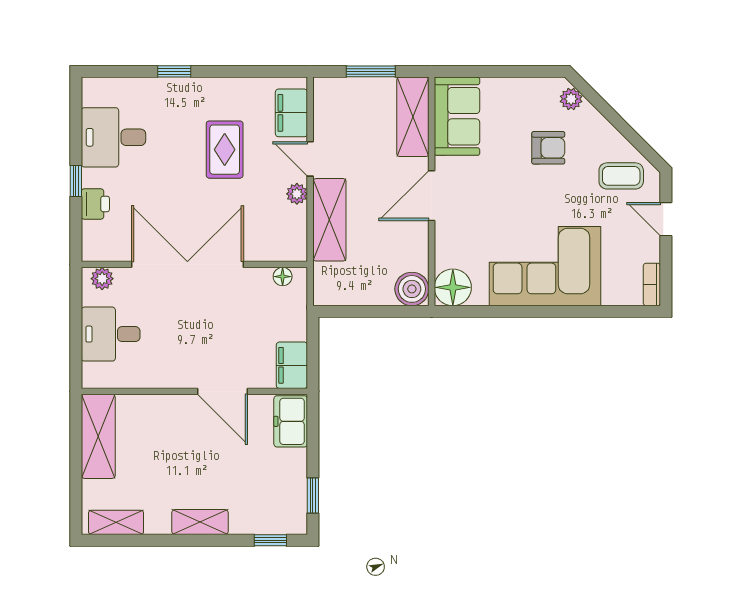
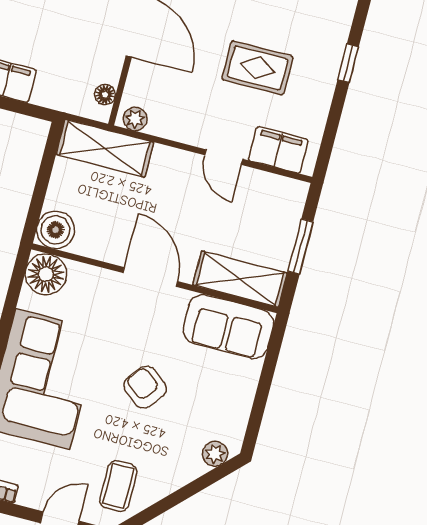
window: (174, 71) -> (348, 63), moved
armchair: (548, 148) -> (145, 387), moved, turned 128
door: (310, 159) -> (224, 157), swing flipped
plant: (297, 194) -> (135, 119), moved
shelving: (329, 220) -> (105, 148), moved

